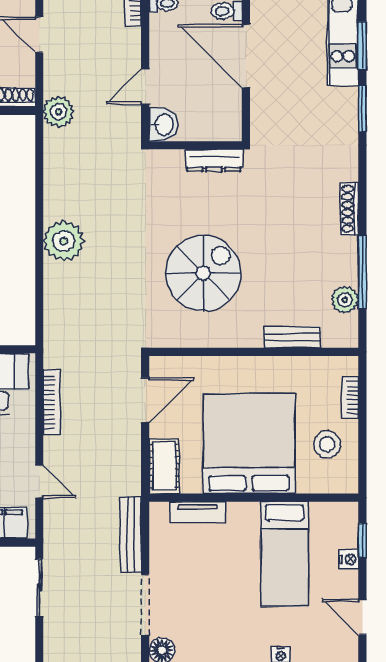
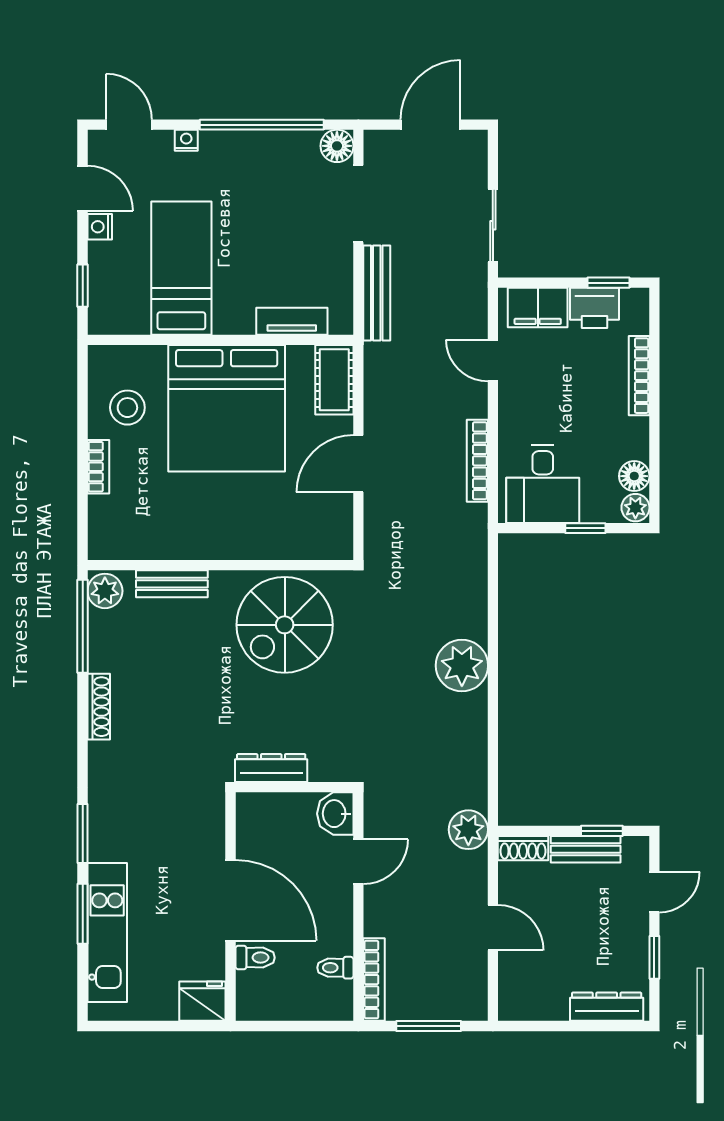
bench: (292, 337) -> (172, 584), moved
wall: (254, 352) -> (220, 565), moved
nightstand: (349, 559) -> (100, 227), moved

